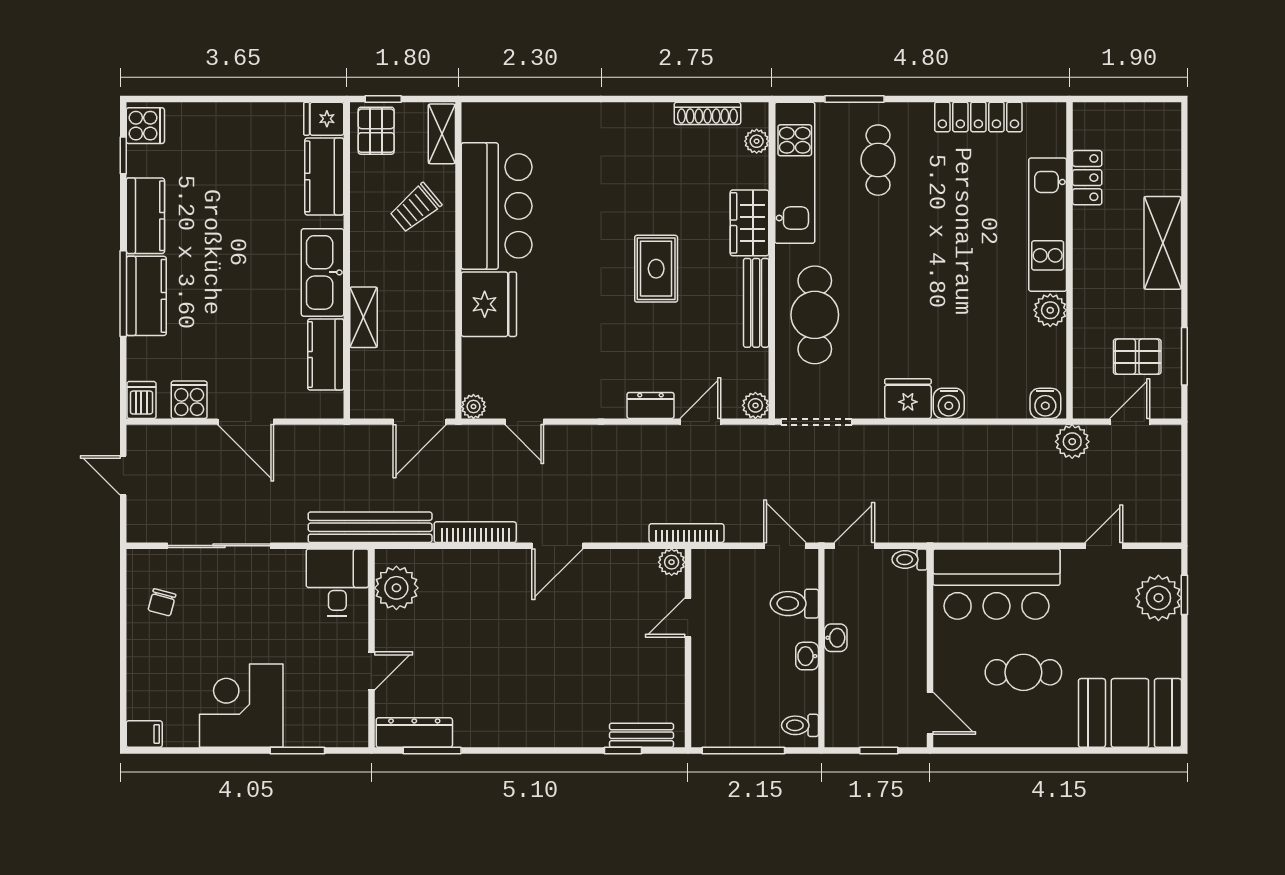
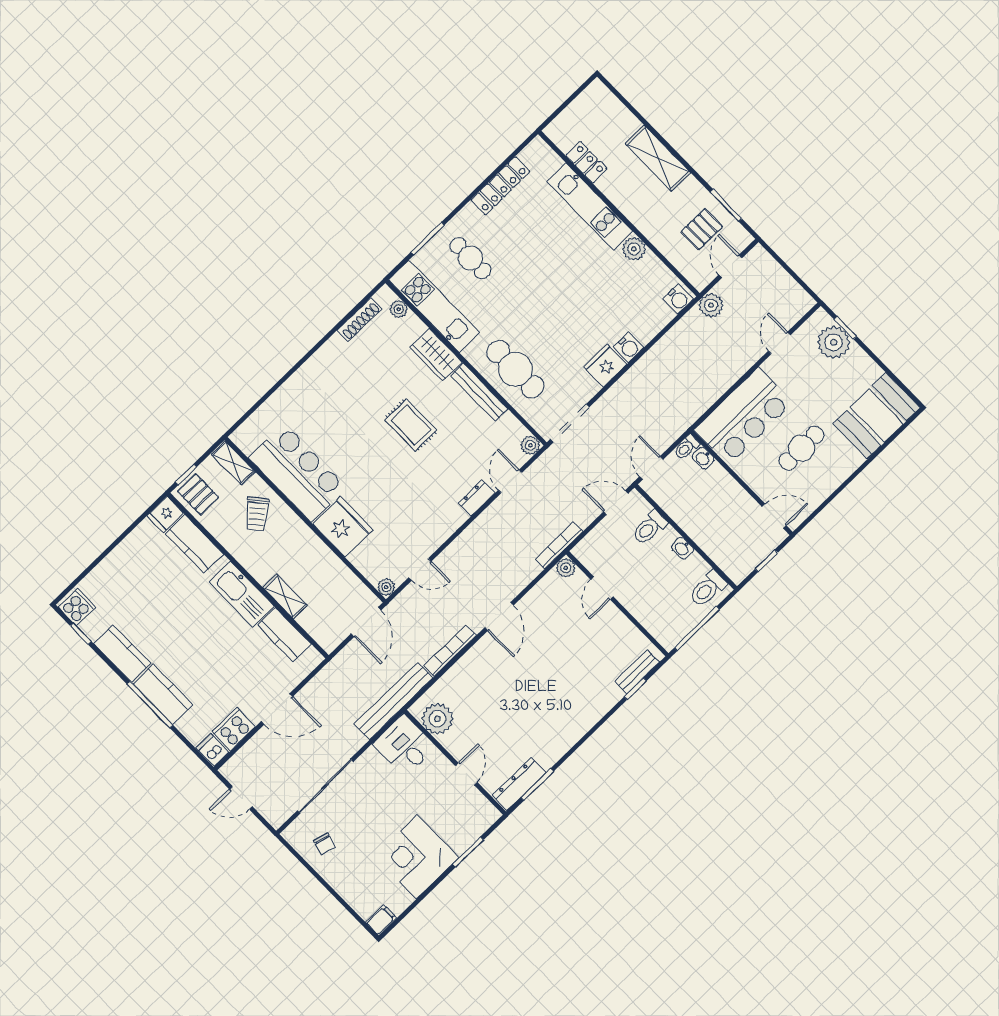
cooker: (189, 400) -> (234, 729), width x1.36
washbasin: (836, 638) -> (703, 458), moved, turned 180
toilet: (800, 725) -> (708, 589), width x1.37, depth x1.39

